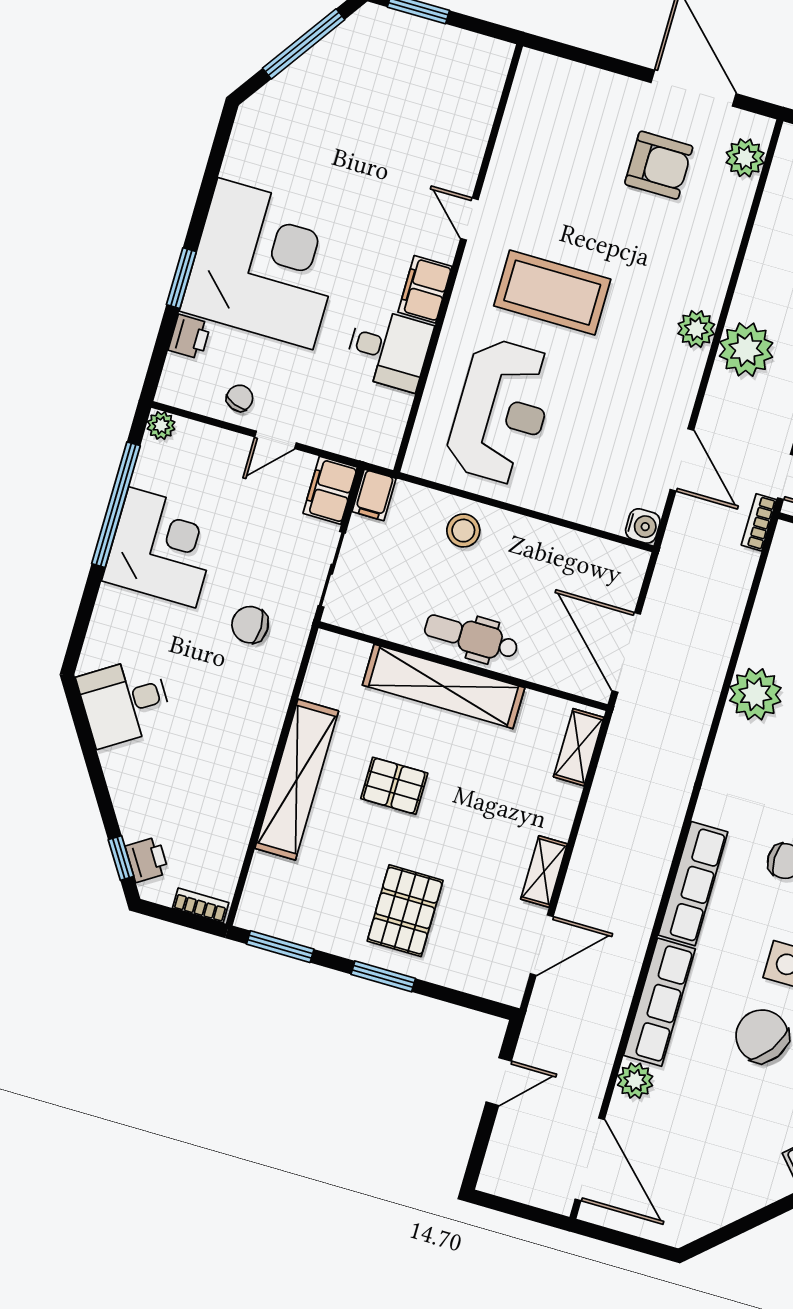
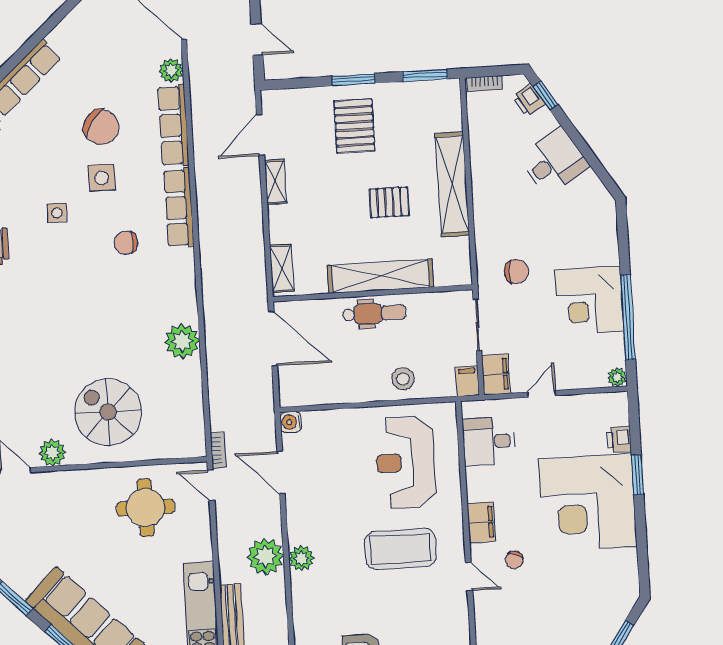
desk: (389, 349) -> (489, 441), moved
chair: (240, 398) -> (514, 560), moved
desk: (125, 702) -> (554, 162), moved
door: (499, 1082) -> (257, 39), swing flipped

